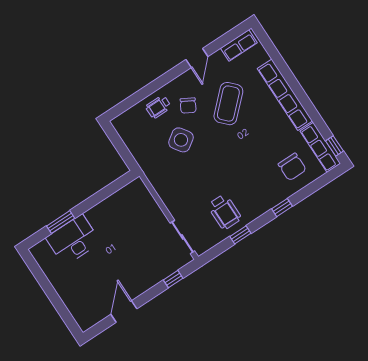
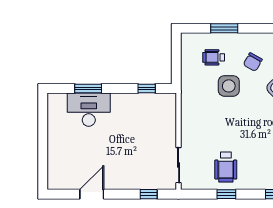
window: (144, 93) -> (224, 28), added
wheelchair: (158, 107) -> (214, 57), moved
side table: (181, 140) -> (229, 86), turned 35
window: (111, 189) -> (147, 88), added

